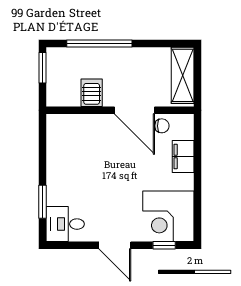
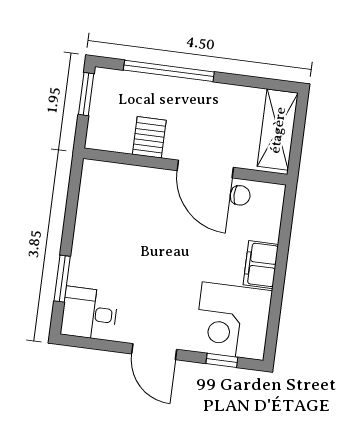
filing cabinet: (183, 156) -> (261, 265), moved

